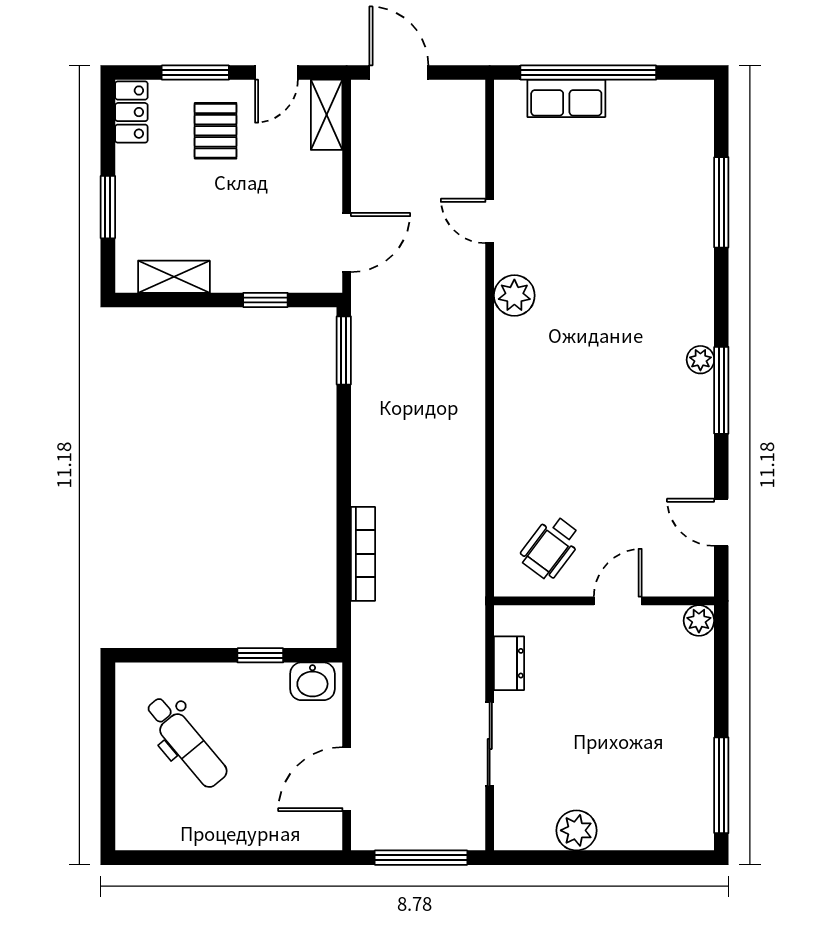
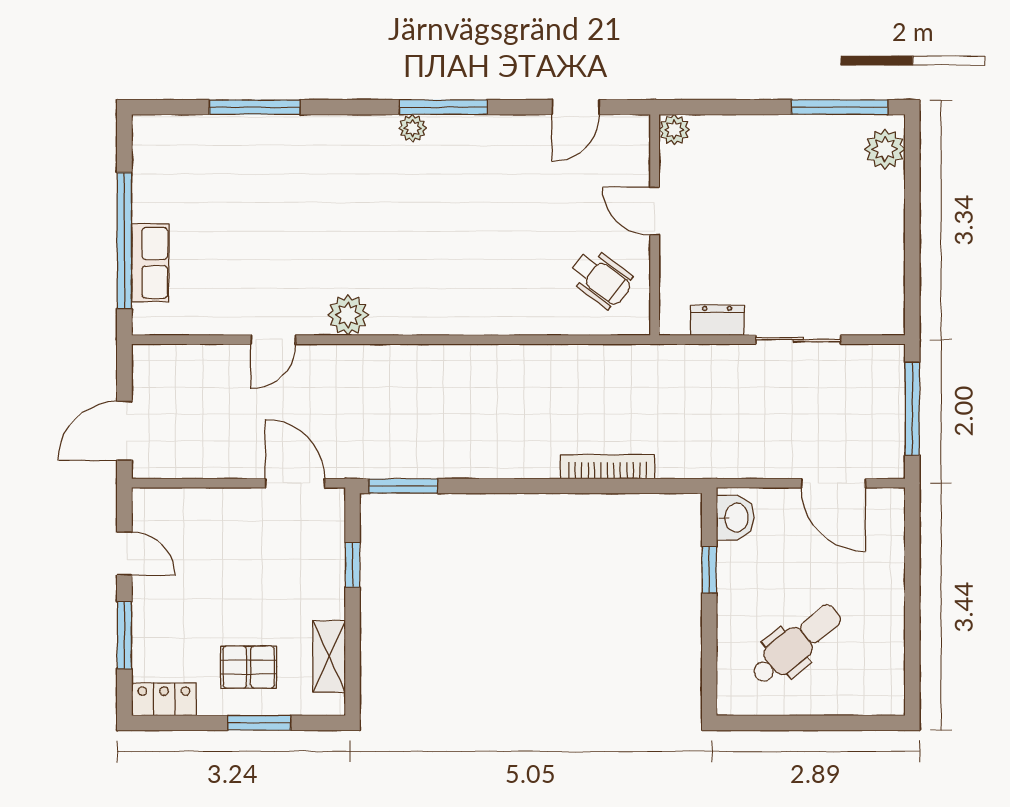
shelving: (327, 115) -> (167, 503), removed
pallet: (216, 131) -> (249, 667), moved
plant: (576, 830) -> (885, 149), moved

